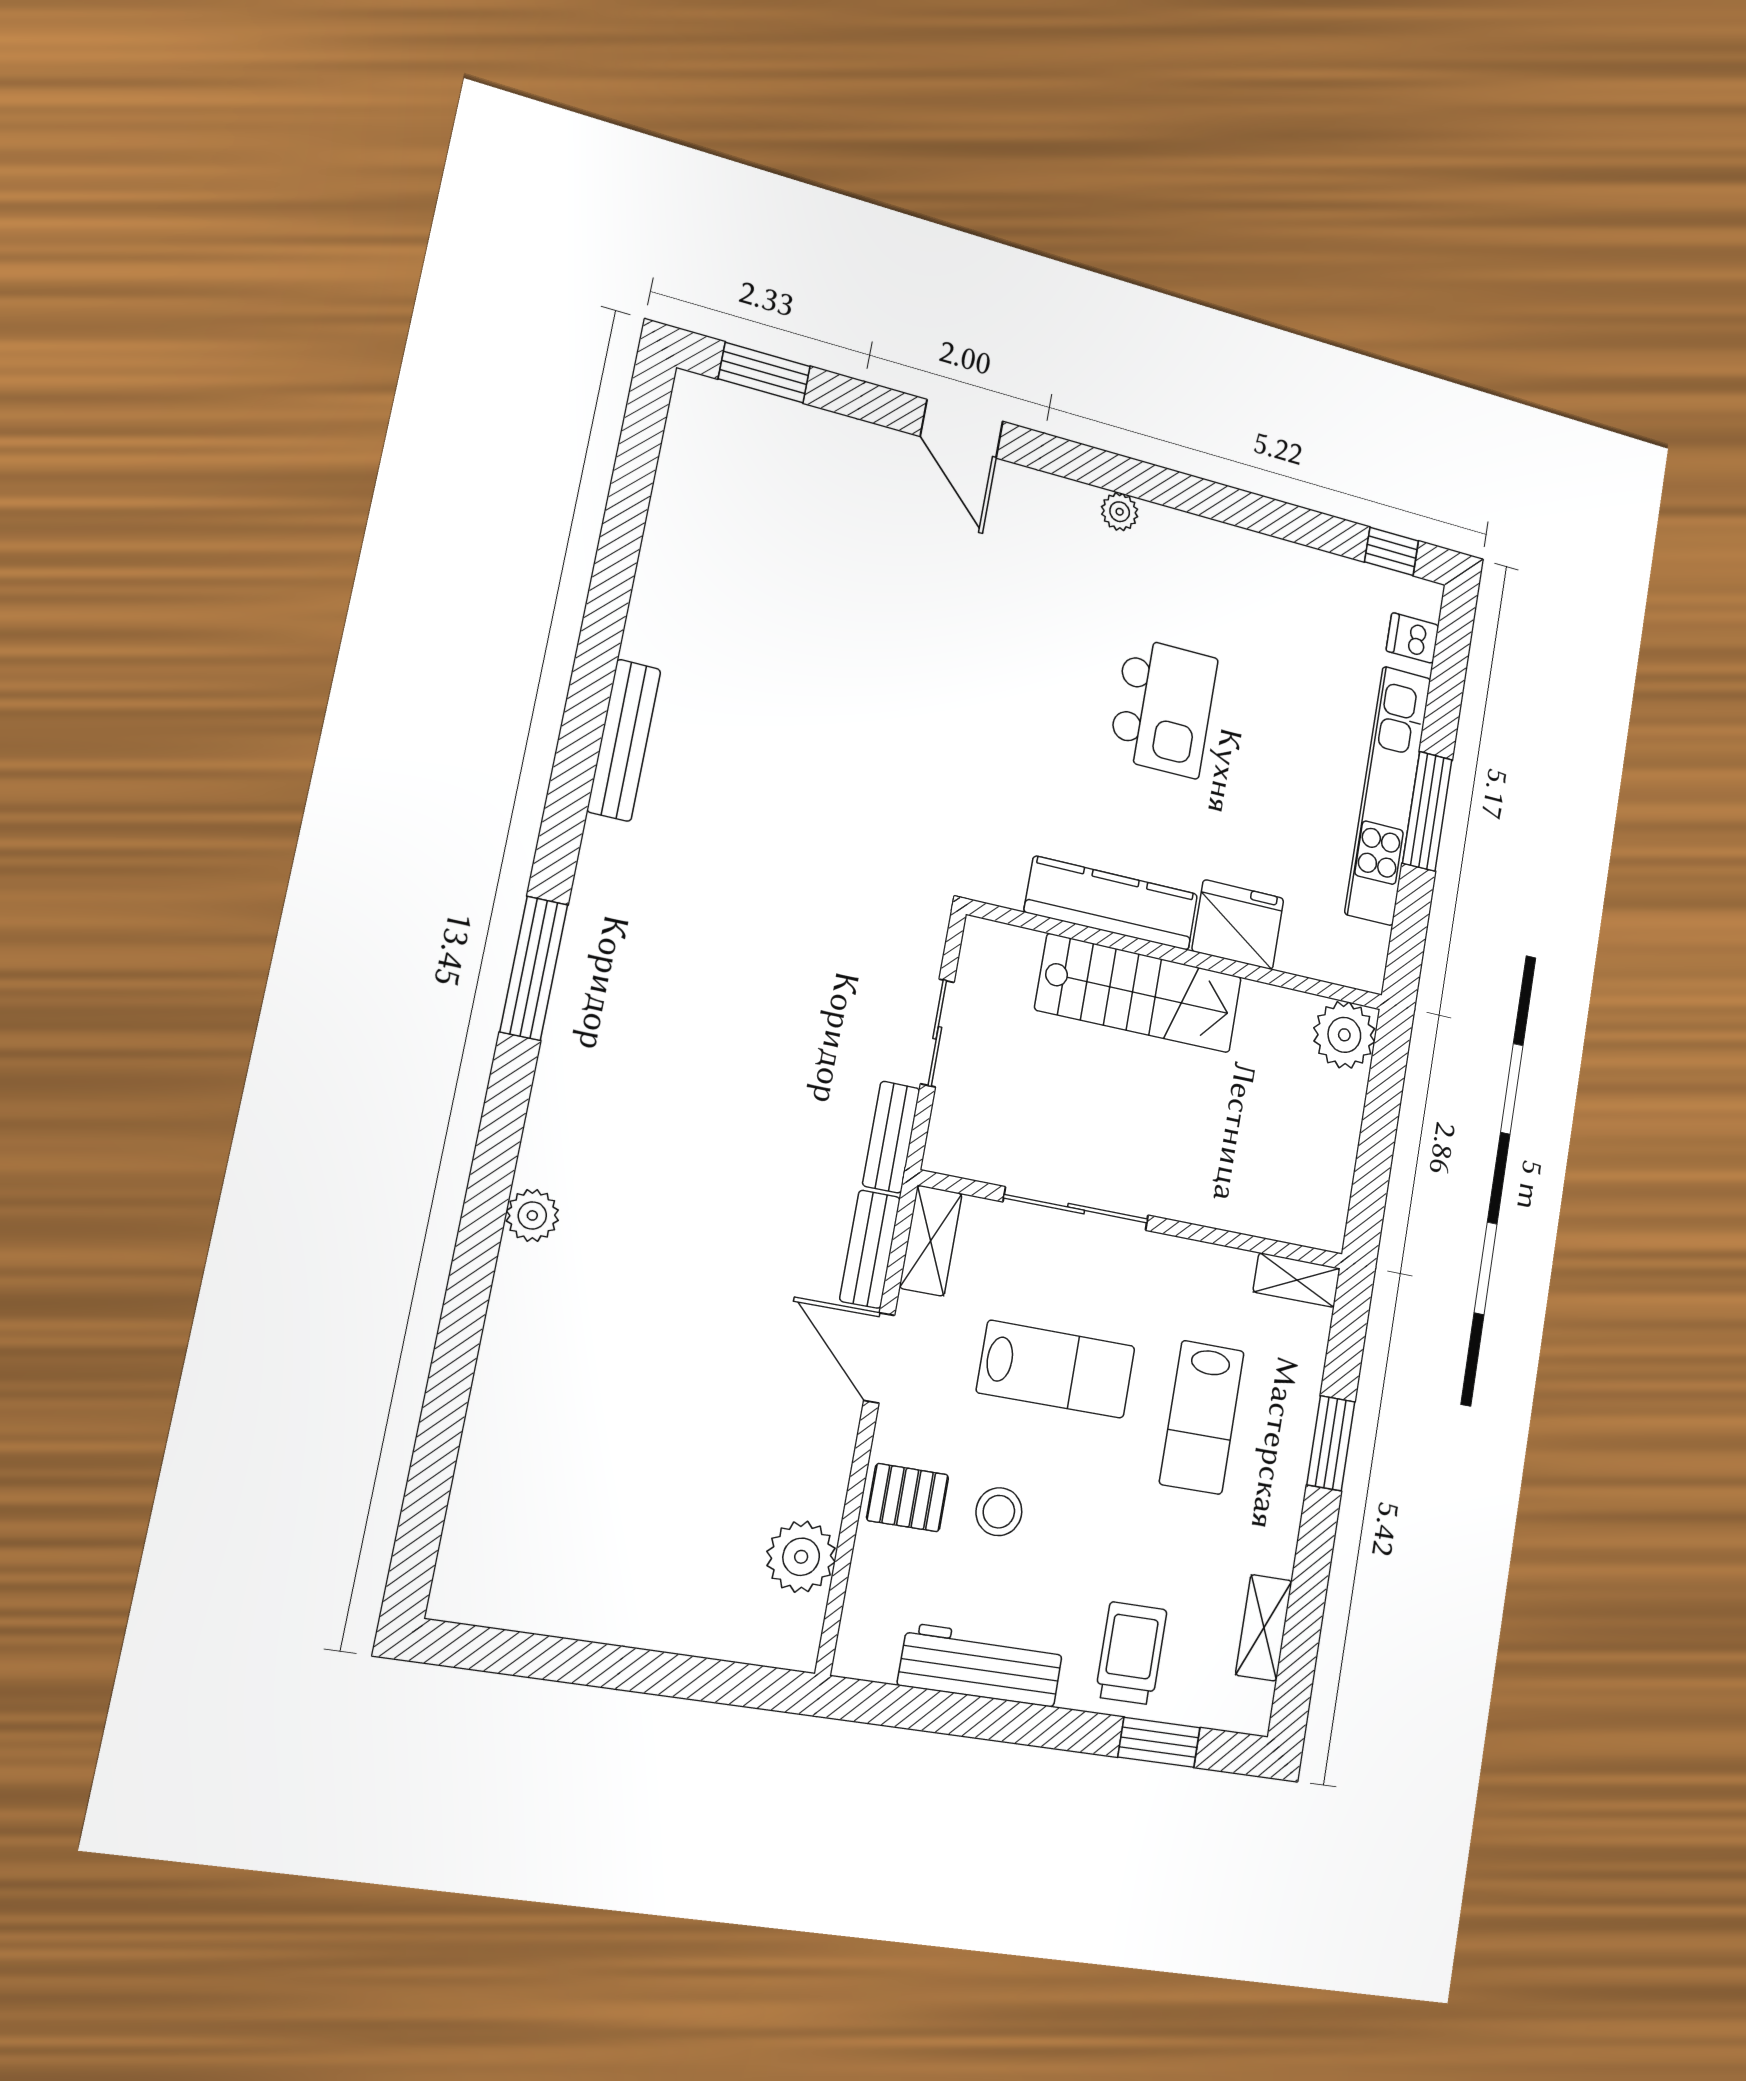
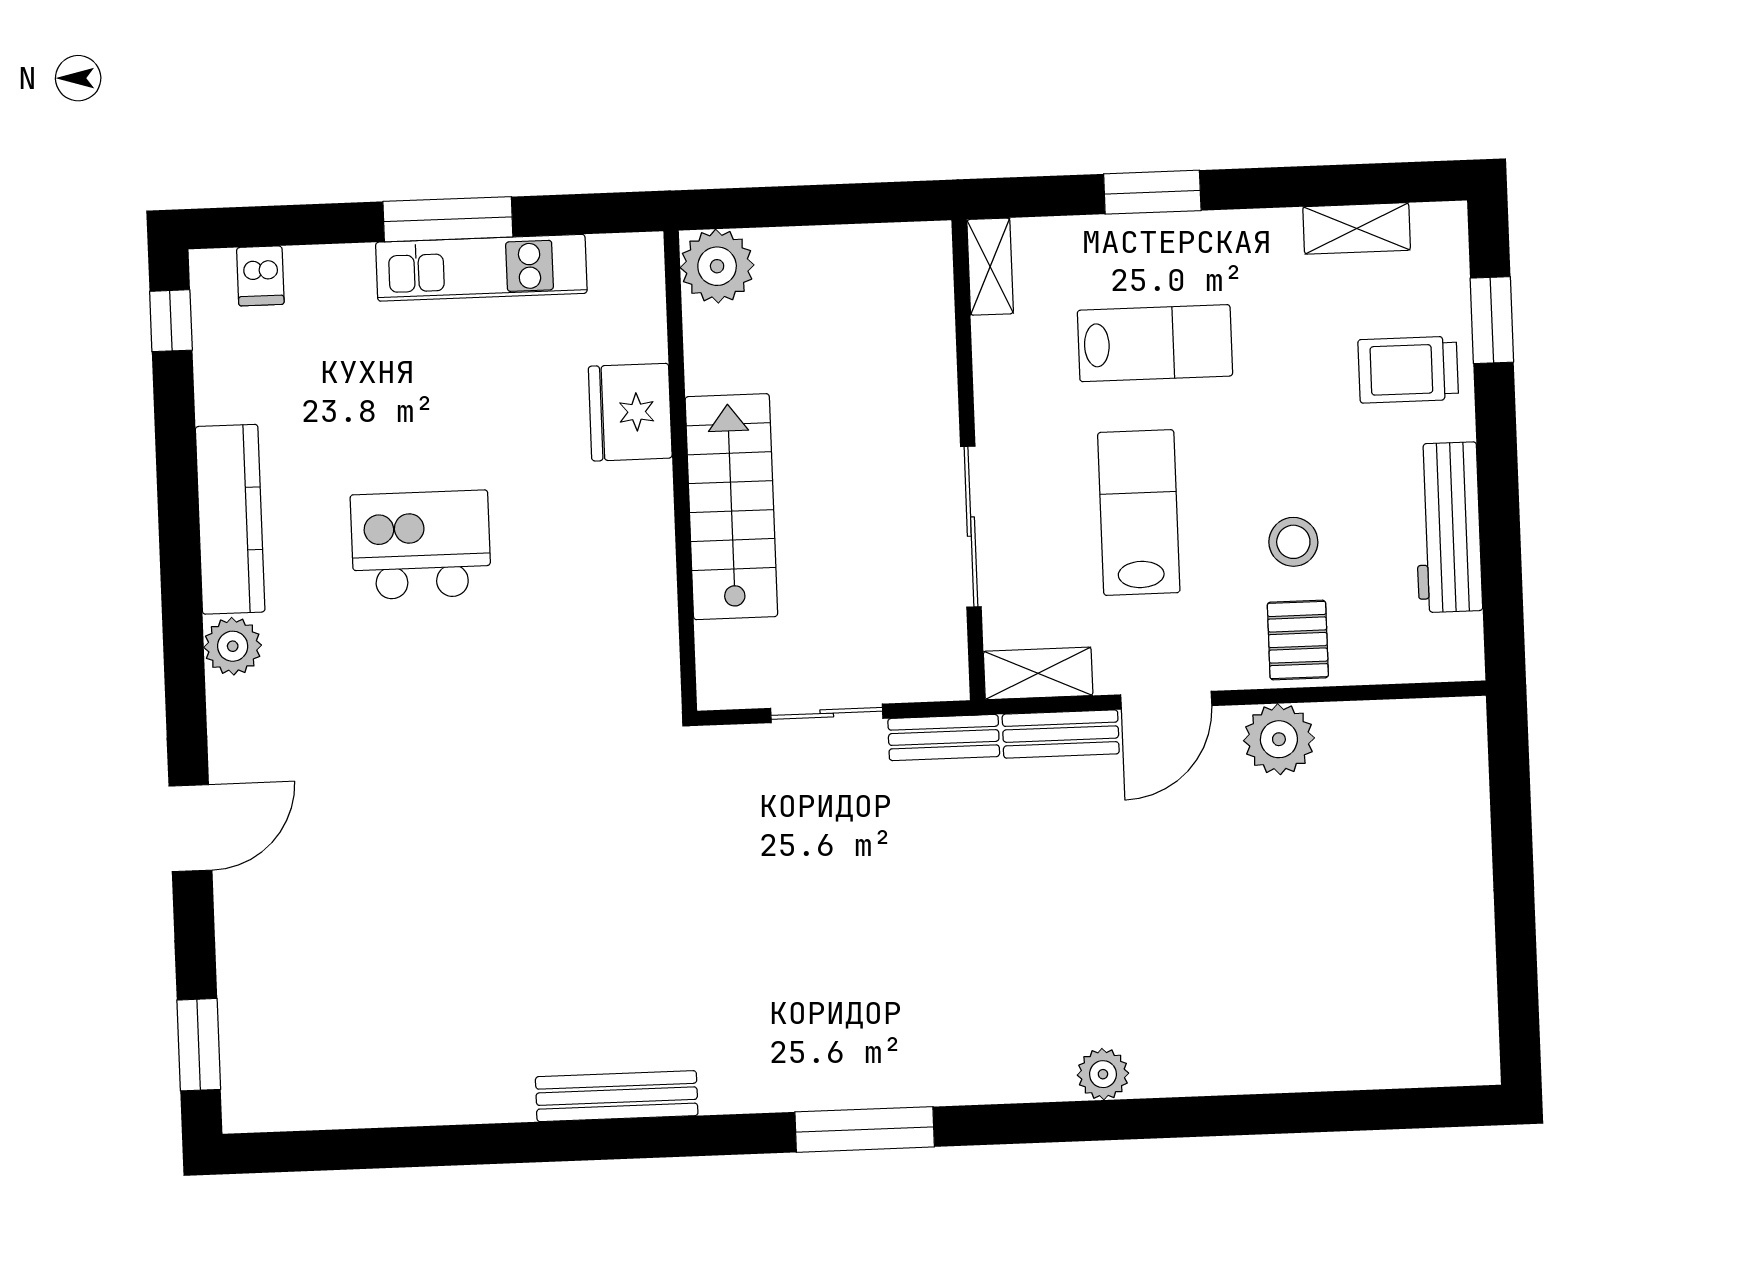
plant: (1120, 512) -> (233, 646), width x1.38, depth x1.38
kitchen unit: (1388, 795) -> (481, 268), width x0.73
kitchen counter: (1111, 903) -> (230, 519), moved, turned 180
plant: (801, 1557) -> (1279, 739), moved

